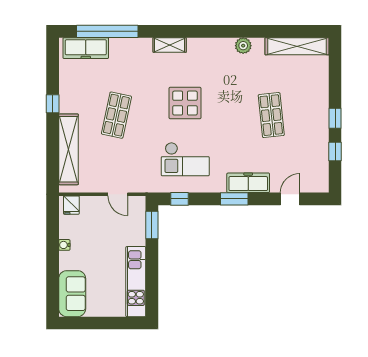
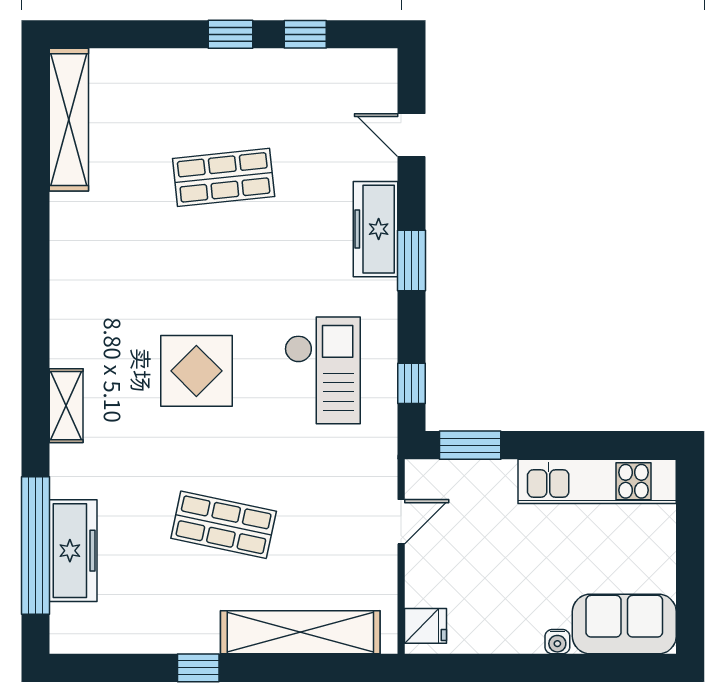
plant: (243, 46) -> (68, 240), removed
freezer: (86, 48) -> (73, 551), moved
water cooler: (64, 245) -> (557, 642), moved

